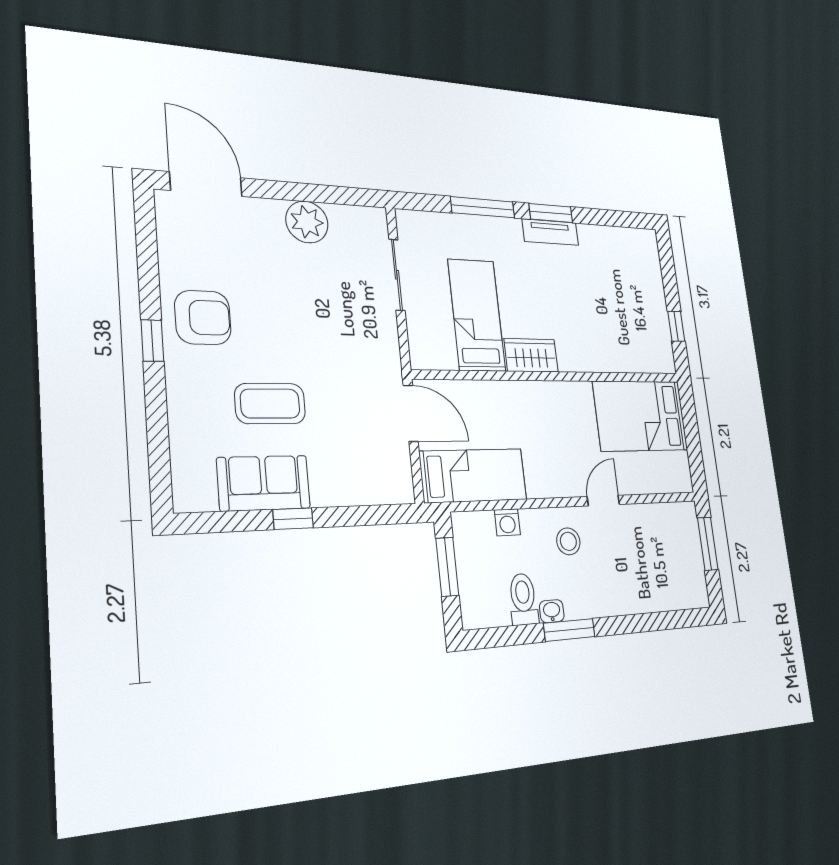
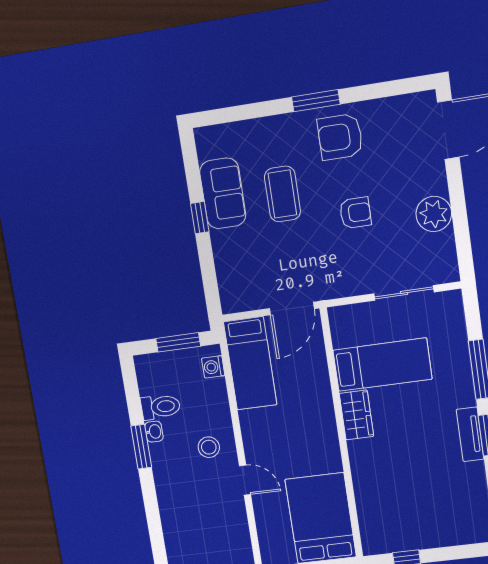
armchair: (300, 315) -> (355, 213), added
armchair: (203, 318) -> (340, 137), turned 90
window: (152, 341) -> (316, 101), width x1.50
washing machine: (507, 522) -> (213, 367), moved

